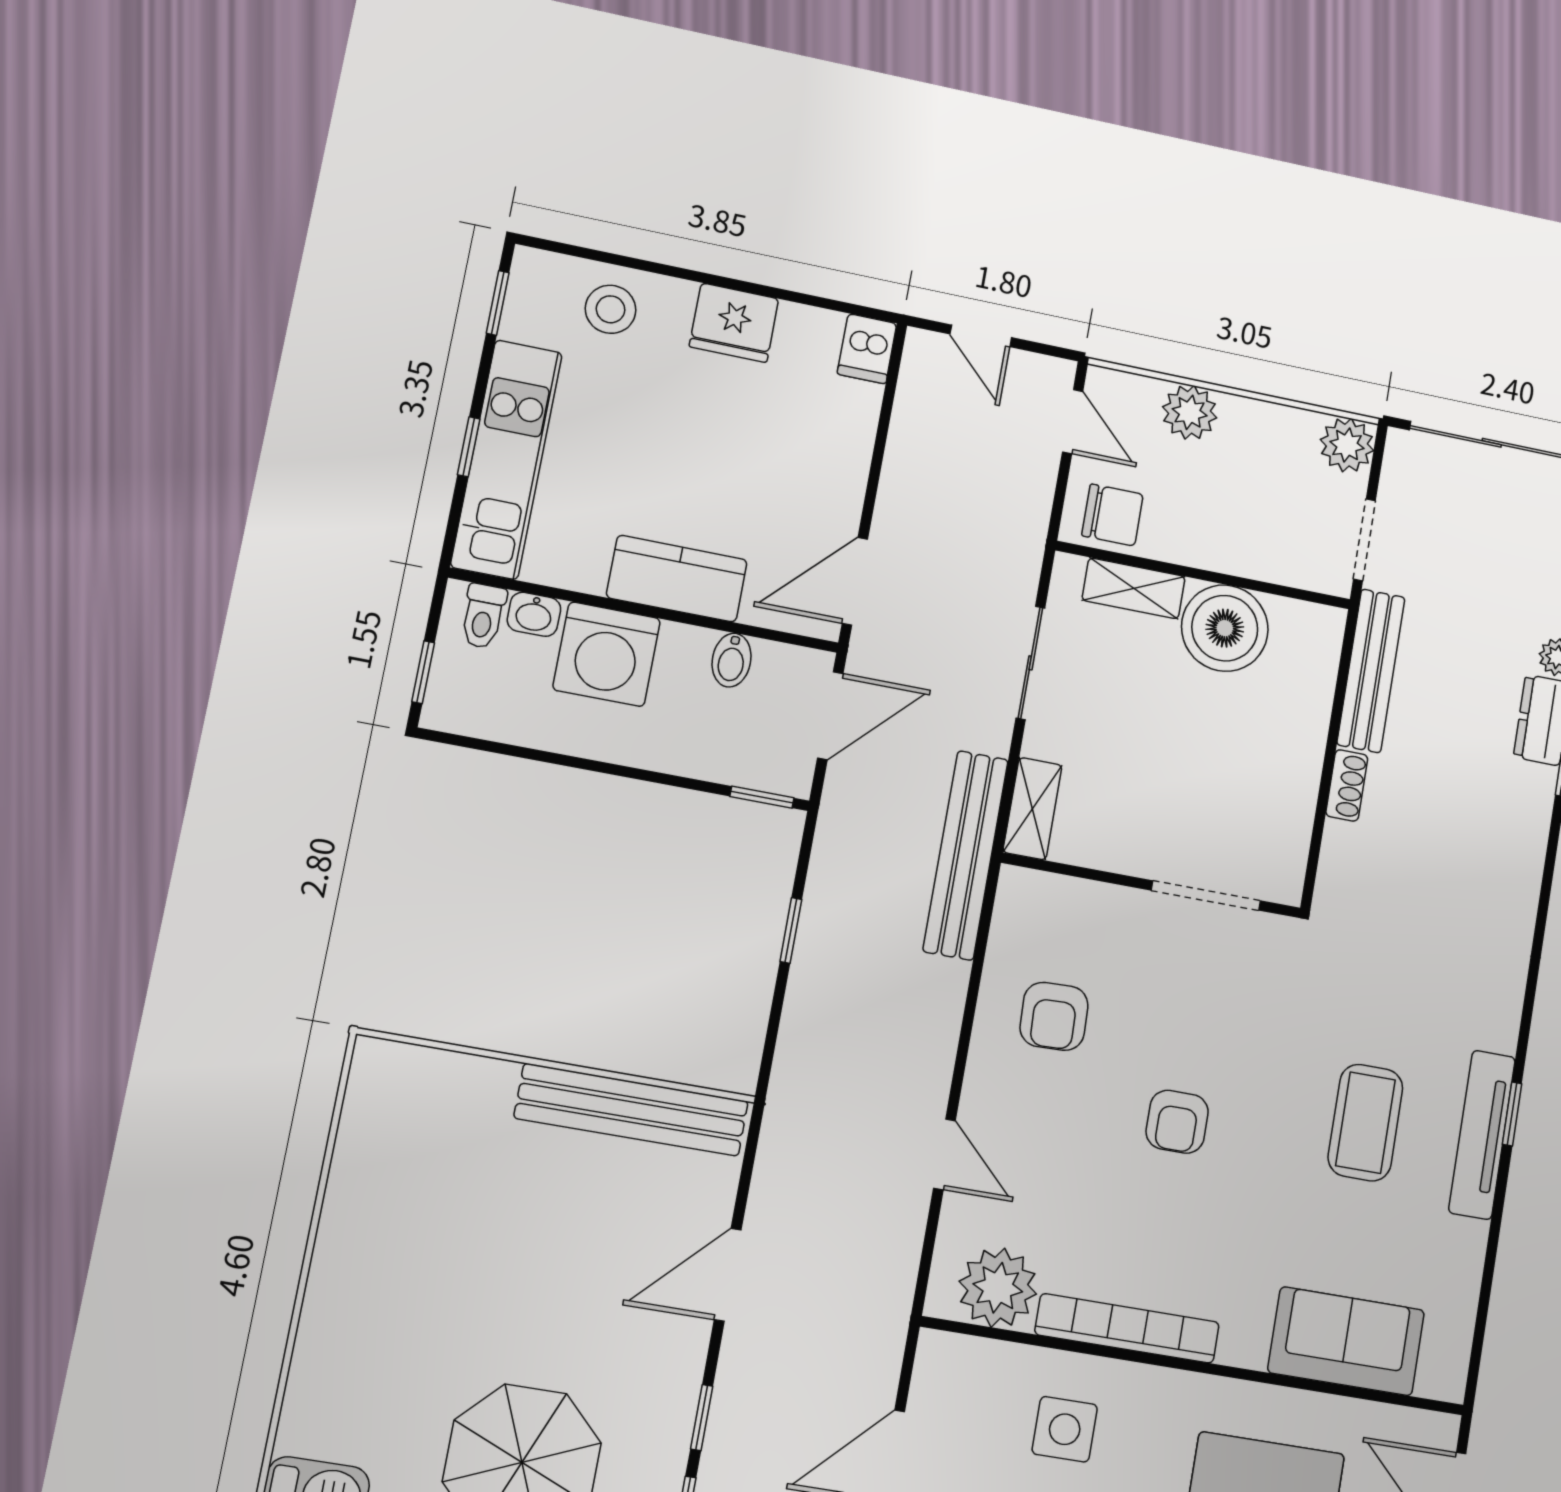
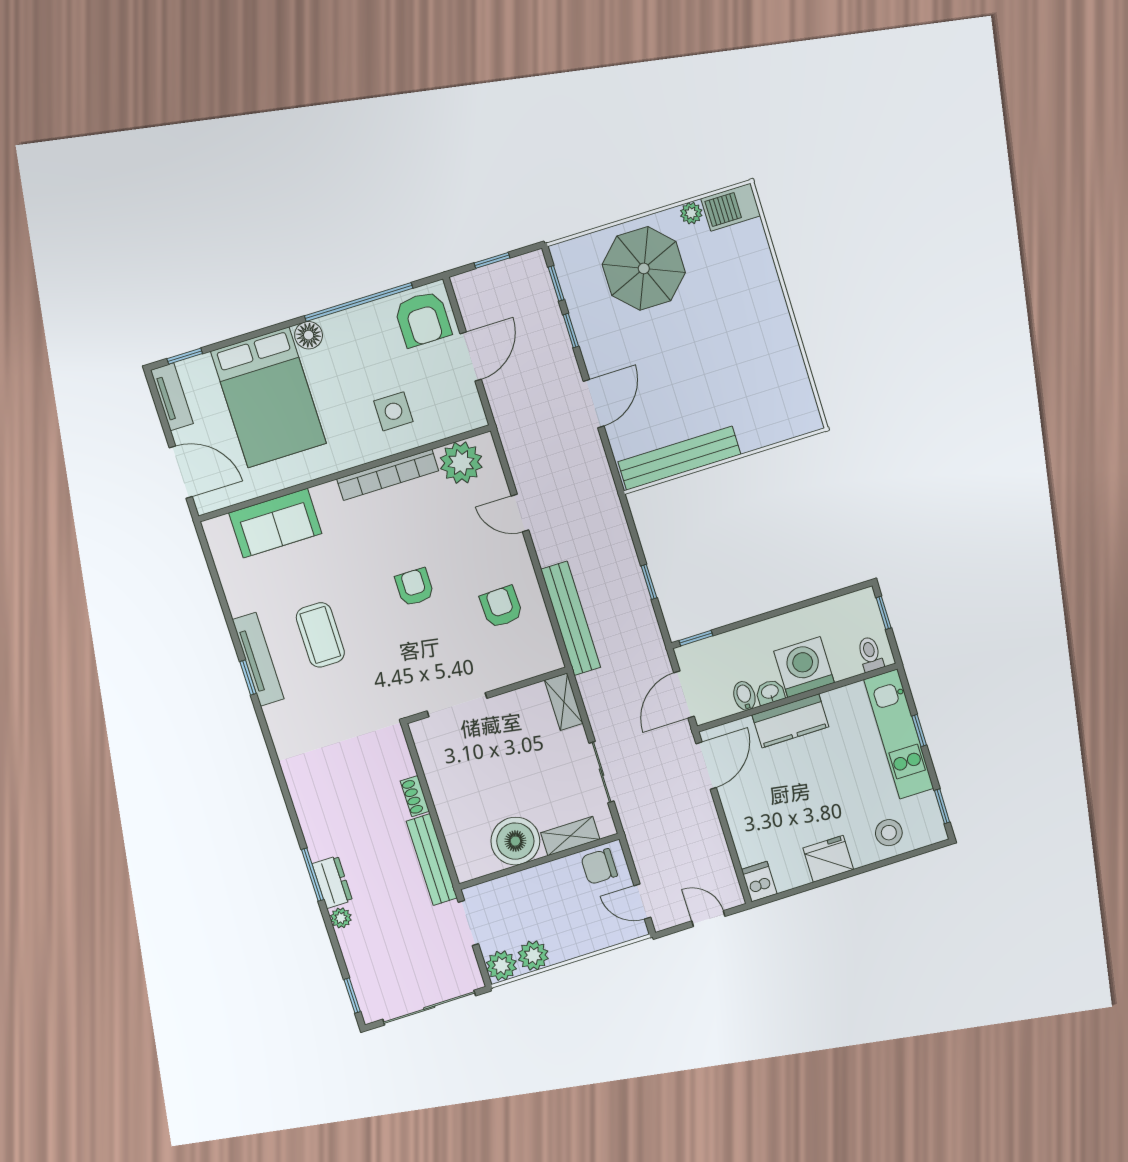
plant: (1190, 412) -> (533, 956), moved
washbasin: (534, 614) -> (770, 692), moved
bench: (966, 855) -> (571, 618), moved

